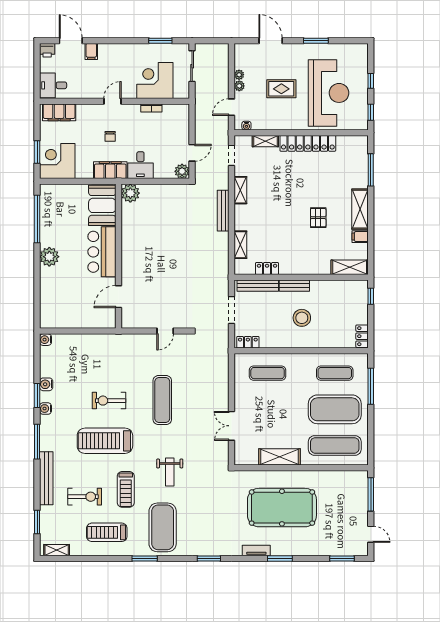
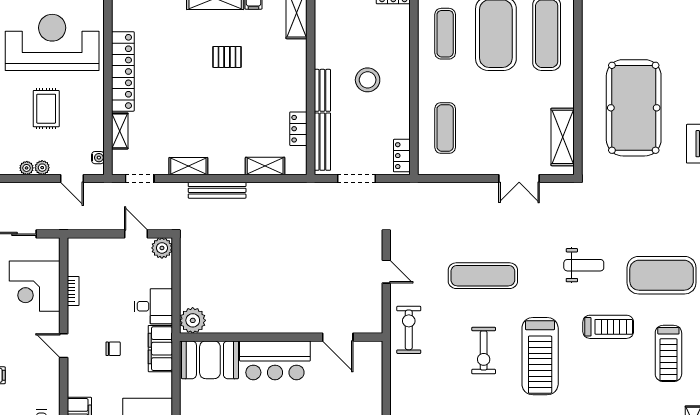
shelving: (279, 457) -> (563, 137), moved
exercise bike: (85, 497) -> (409, 330), moved

